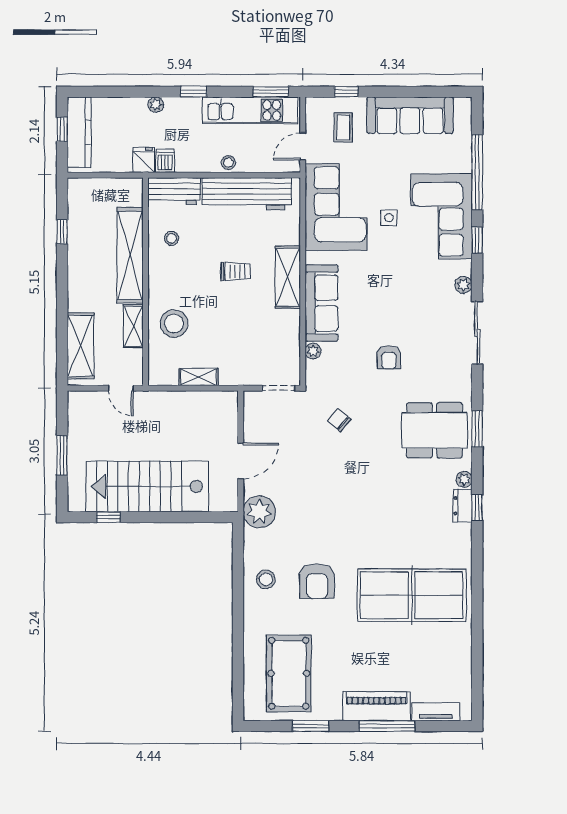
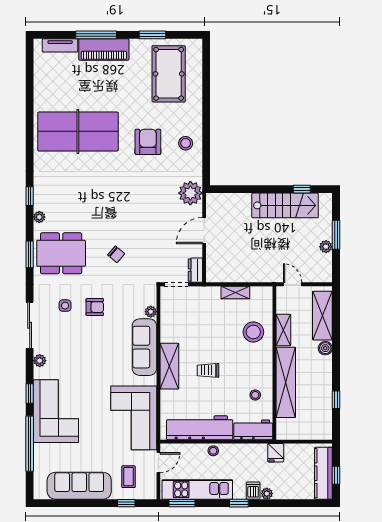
dishwasher: (165, 161) -> (253, 491), moved, turned 180
side table: (389, 218) -> (65, 306), moved
boiler: (77, 302) -> (325, 348), added
armchair: (389, 357) -> (95, 307), turned 90
chair: (339, 420) -> (116, 254), moved
plant: (76, 439) -> (326, 247), added
stairs: (147, 486) -> (285, 205), width x0.73, depth x0.66
dresser: (463, 506) -> (195, 270), moved, turned 180

